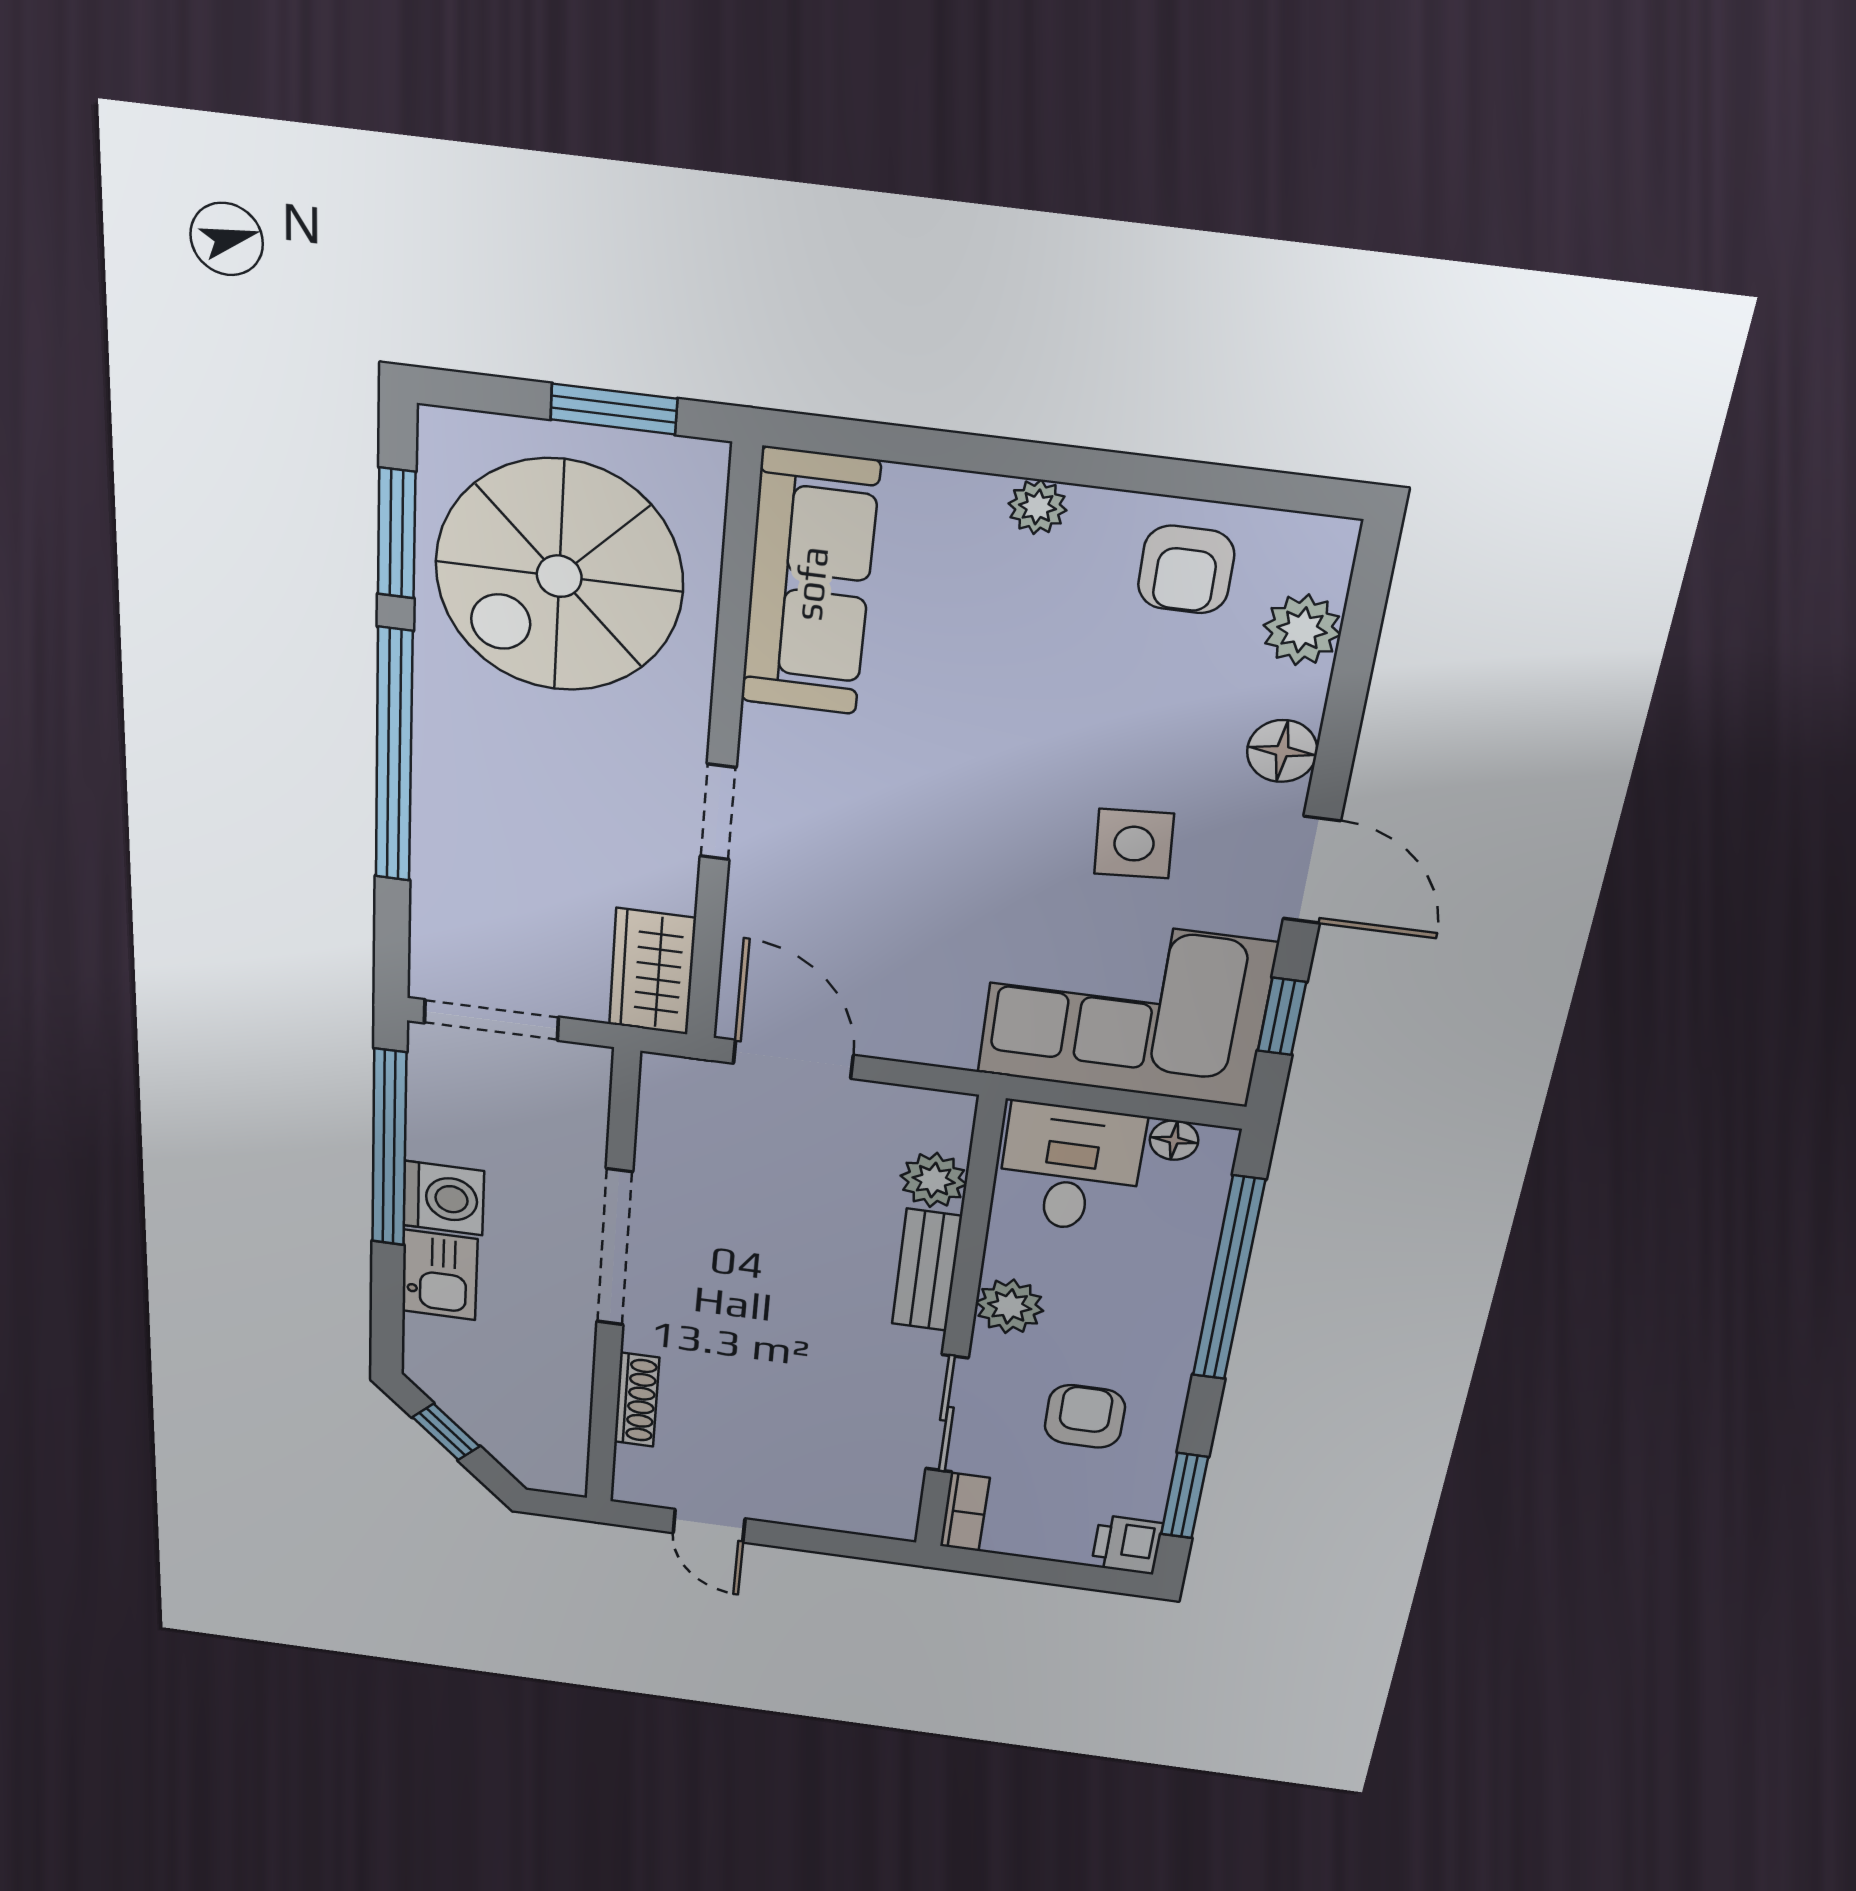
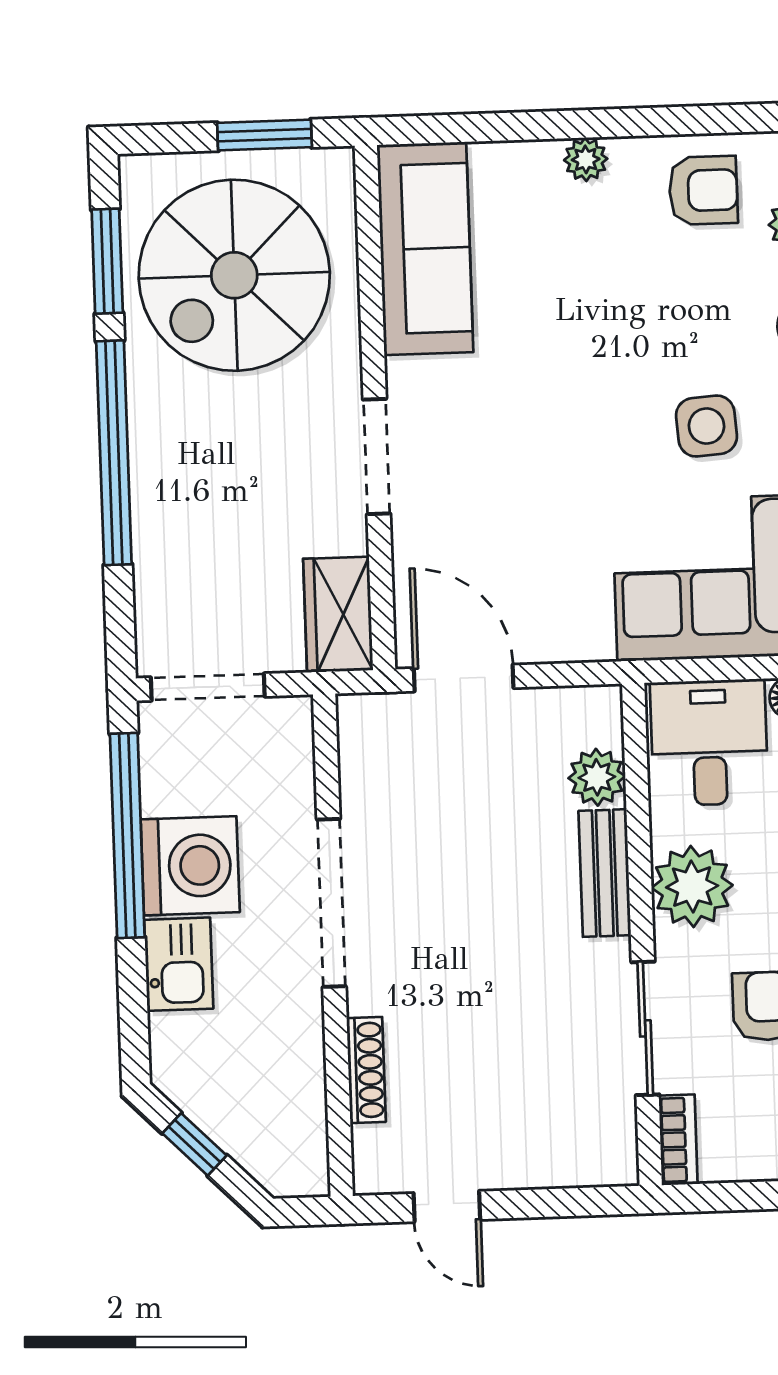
armchair: (1186, 570) -> (703, 190), turned -90
doorway: (718, 812) -> (377, 457), width x1.38
washing machine: (444, 1198) -> (190, 866), width x1.37, depth x1.37
plant: (1010, 1306) -> (692, 886), width x1.36, depth x1.36

